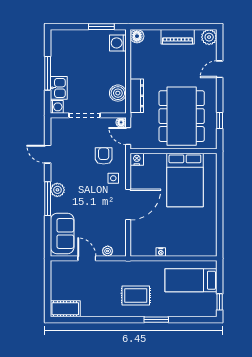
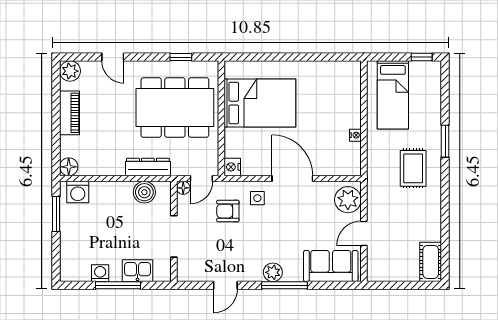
washing machine: (57, 107) -> (100, 273), moved
plant: (108, 251) -> (348, 200), width x1.88, depth x1.88

